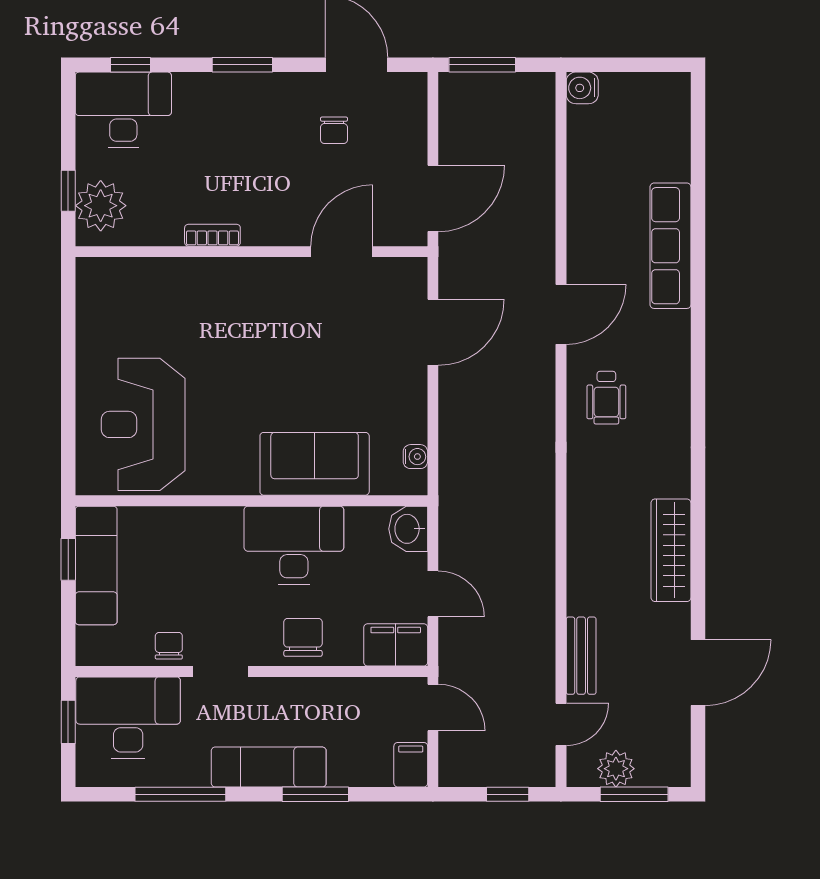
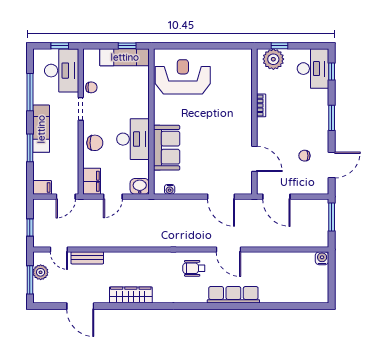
row of seats: (670, 246) -> (233, 295), moved

